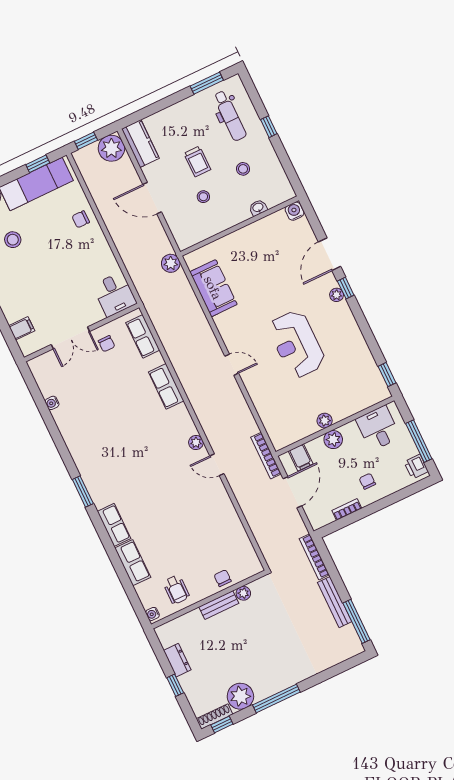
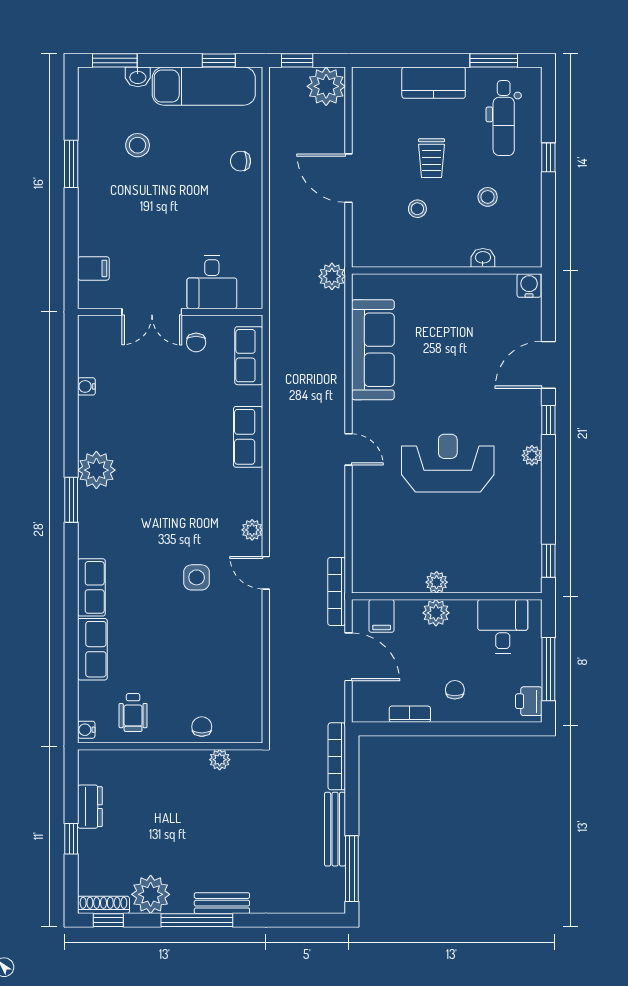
kitchen counter: (140, 144) -> (434, 83), moved, turned 90
sofa: (213, 288) -> (373, 350), width x1.36
desk: (115, 294) -> (212, 282), moved
plant: (337, 295) -> (532, 455), moved
reception desk: (297, 344) -> (448, 463), turned 90
plant: (83, 451) -> (96, 470), added
side table: (176, 488) -> (197, 577), added
window: (83, 492) -> (71, 500), moved
door: (292, 492) -> (349, 657), hinge flipped
bench: (219, 605) -> (222, 903), moved

